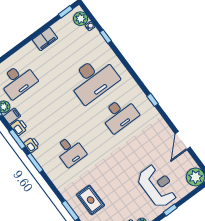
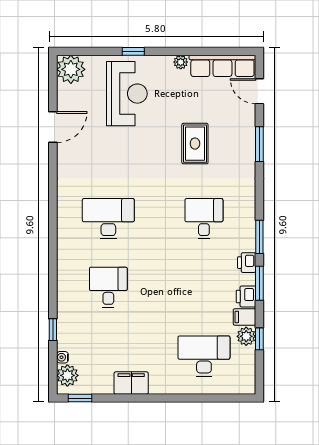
desk: (93, 79) -> (108, 287), width x0.53, depth x0.77
window: (153, 100) -> (53, 206), removed
reception desk: (158, 186) -> (127, 94), turned 180
rug: (91, 200) -> (195, 144), moved

